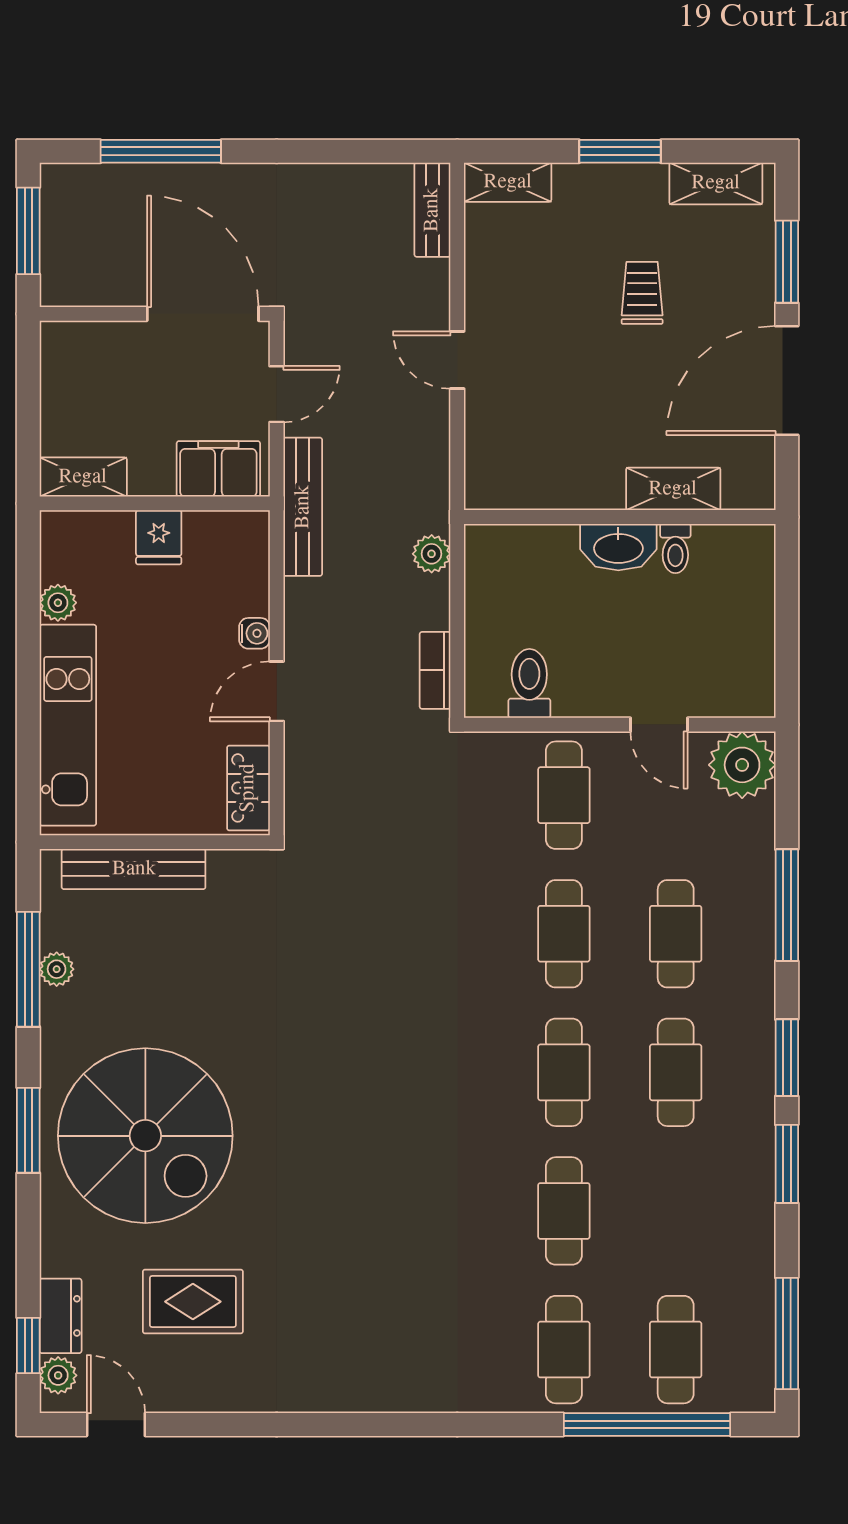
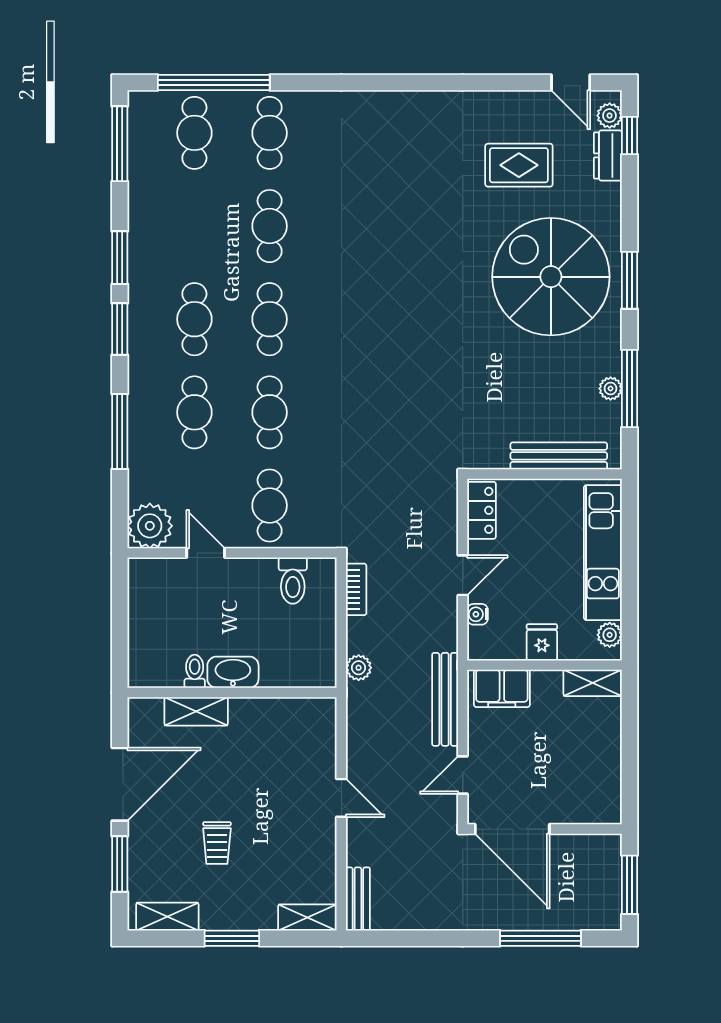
filing cabinet: (218, 469) -> (502, 688), moved
shelving: (83, 477) -> (593, 683), moved
wall: (155, 503) -> (545, 665), moved
fridge: (159, 537) -> (542, 642), moved

